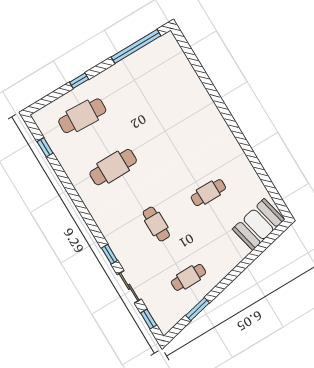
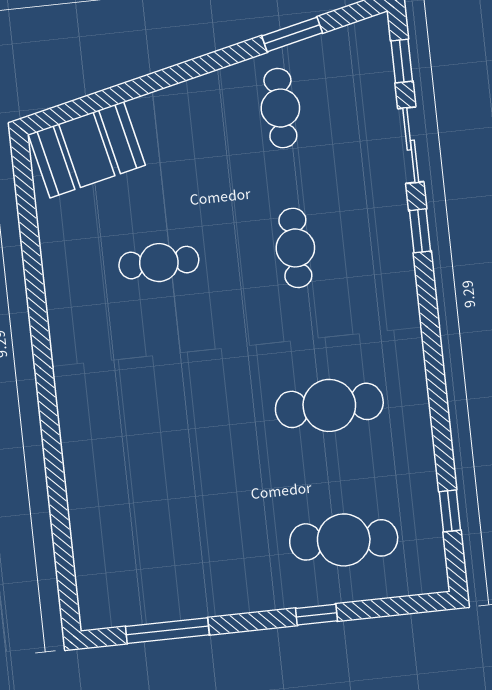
window: (136, 46) -> (167, 631), width x0.68
cafe table: (188, 277) -> (280, 108), turned 90

